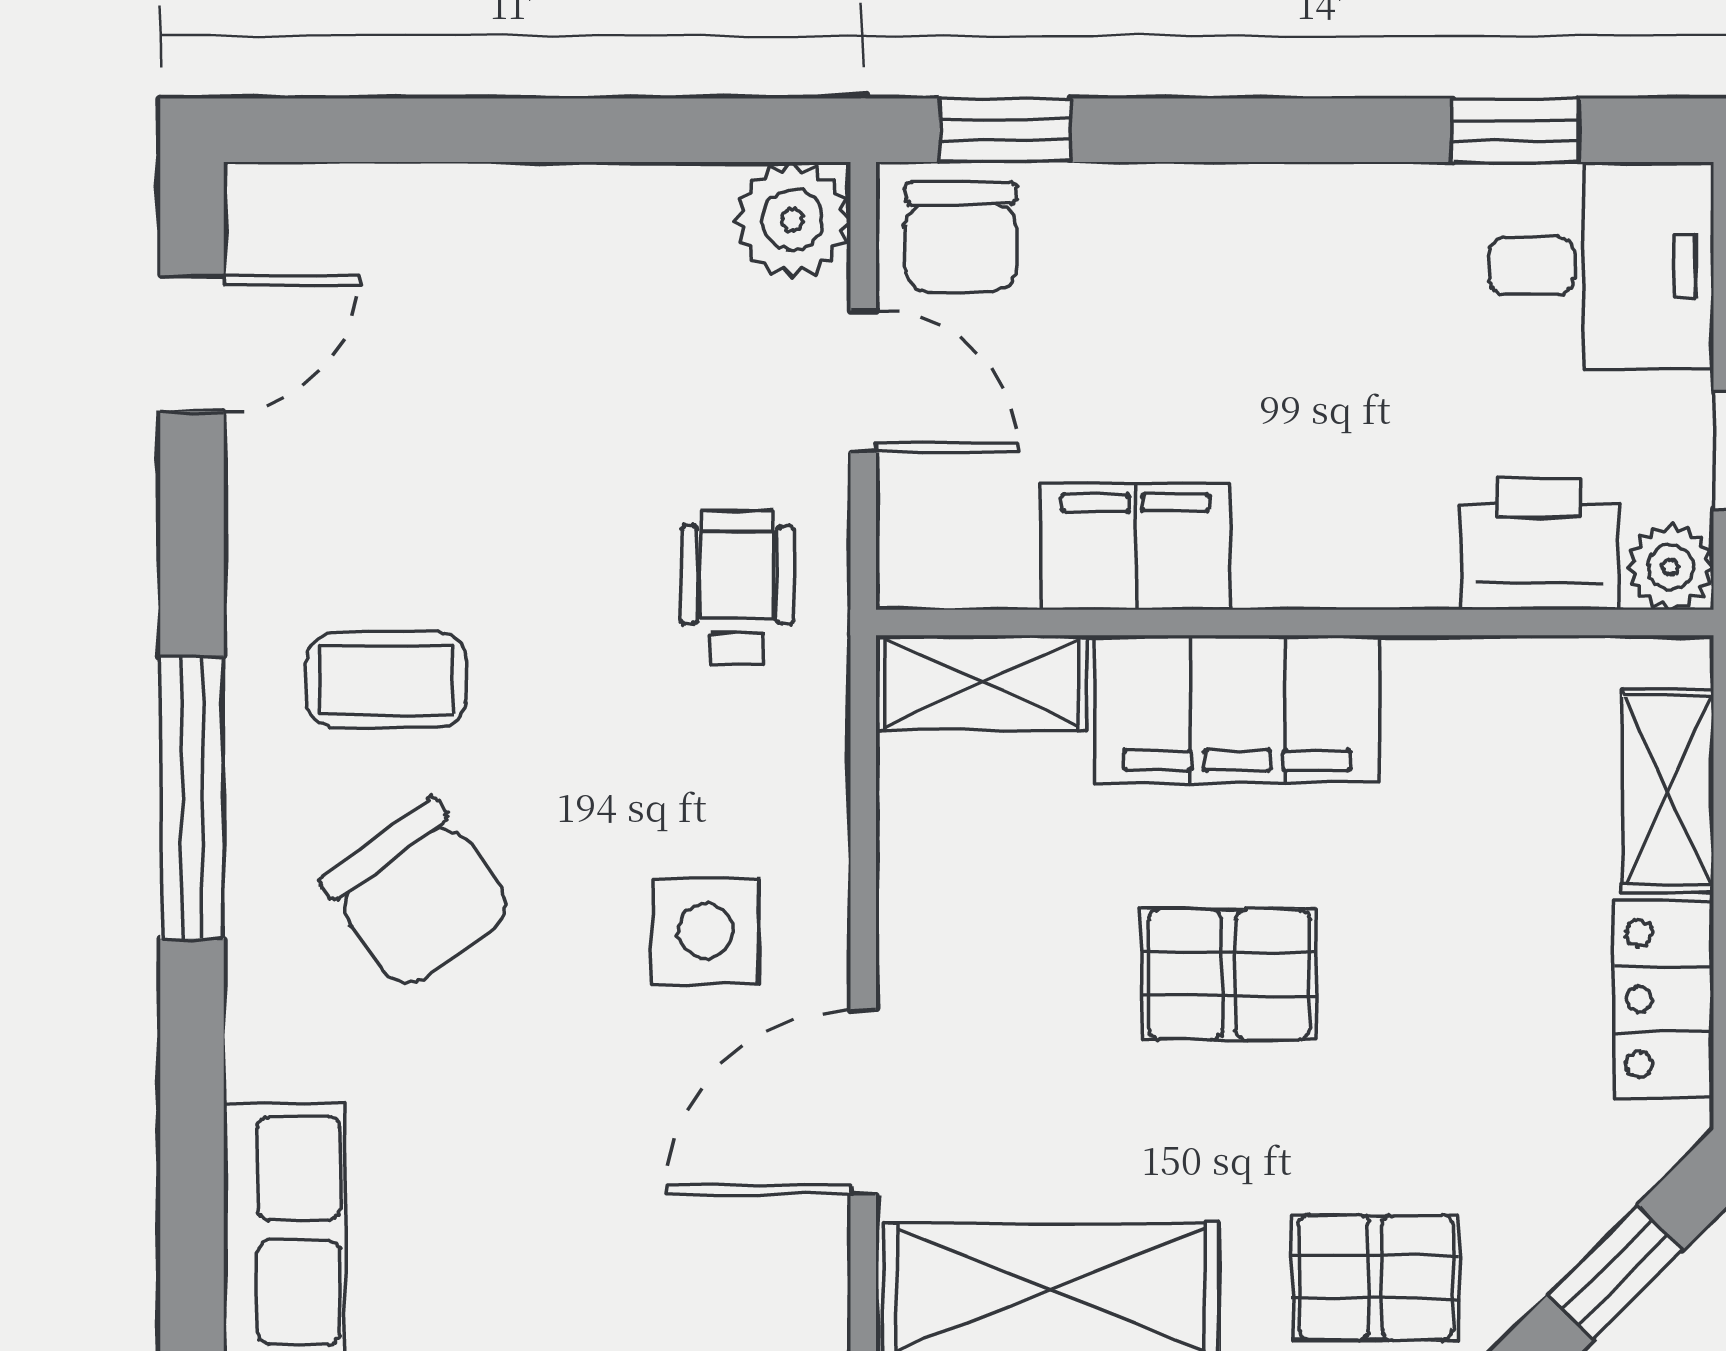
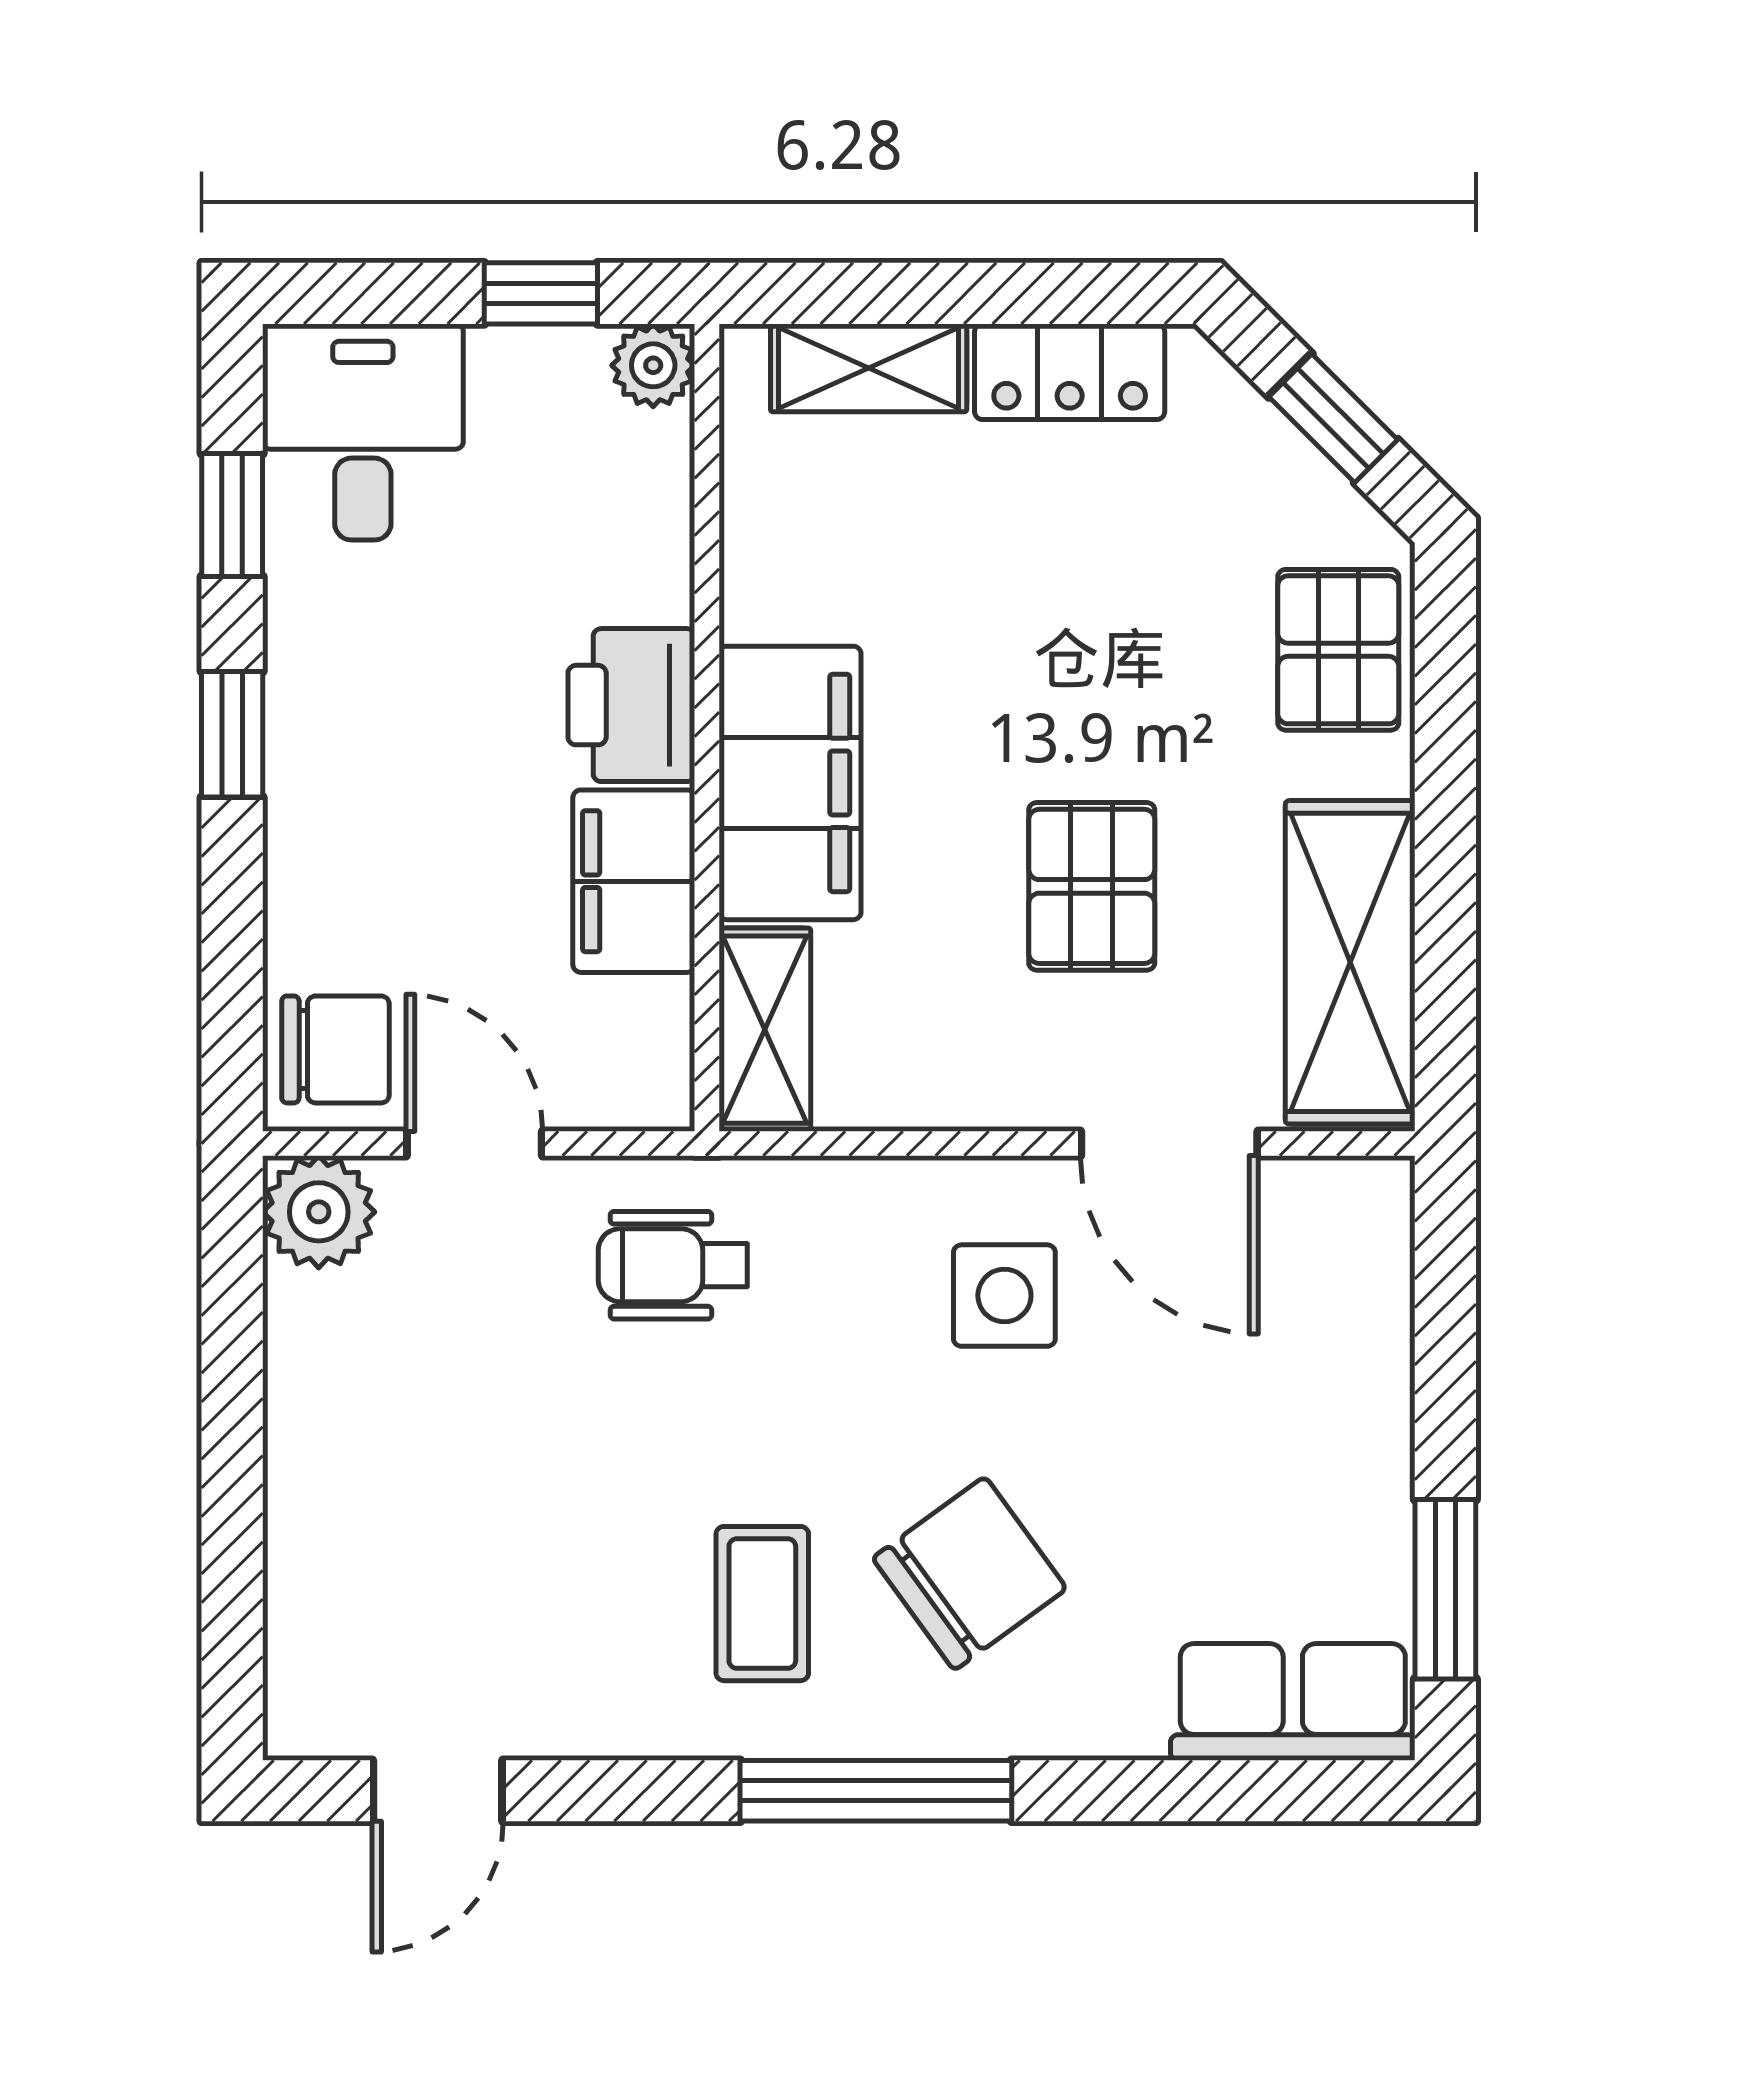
window: (1005, 130) -> (232, 734), moved
door: (192, 343) -> (438, 1791), swing flipped
door: (863, 381) -> (474, 1143), hinge flipped
printer: (1539, 544) -> (631, 705), moved
pallet: (1229, 974) -> (1092, 886), moved

